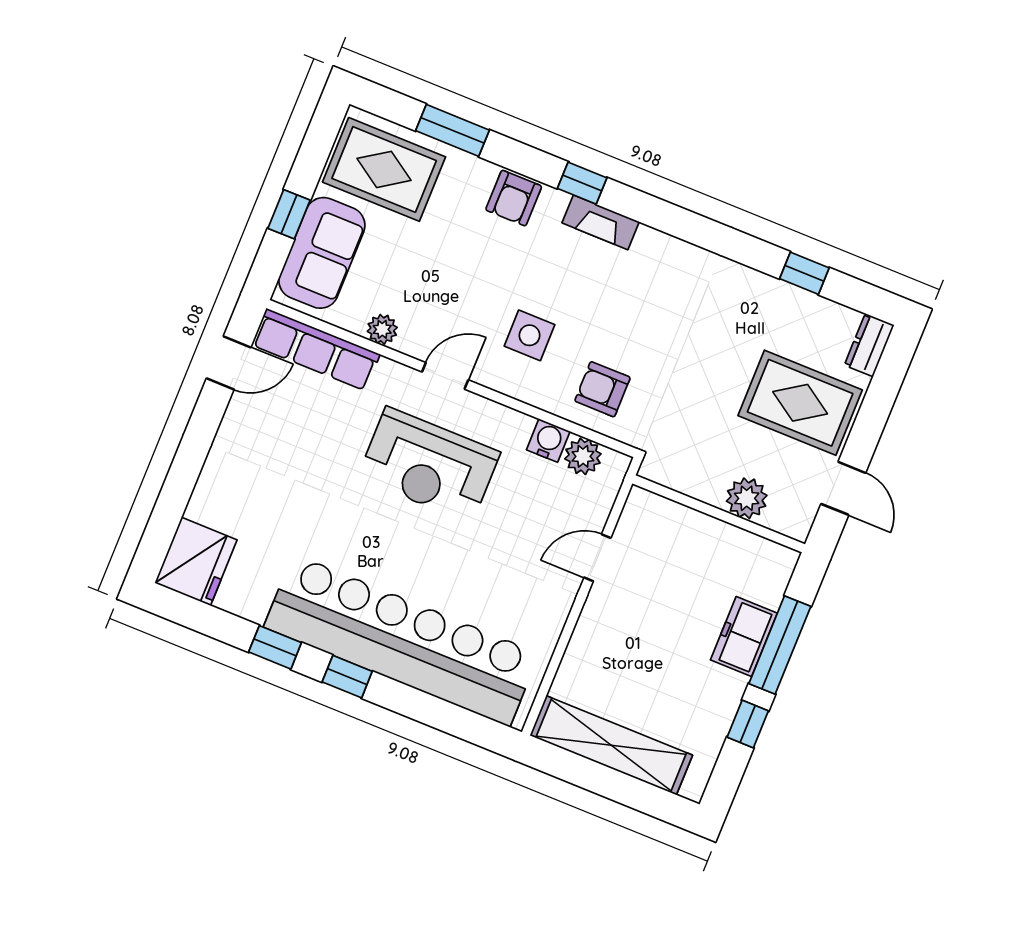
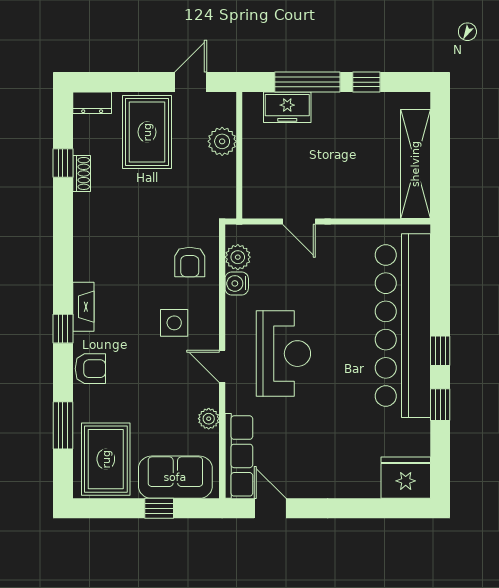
shoe rack: (780, 293) -> (82, 173), added
freezer: (744, 637) -> (287, 107), moved

